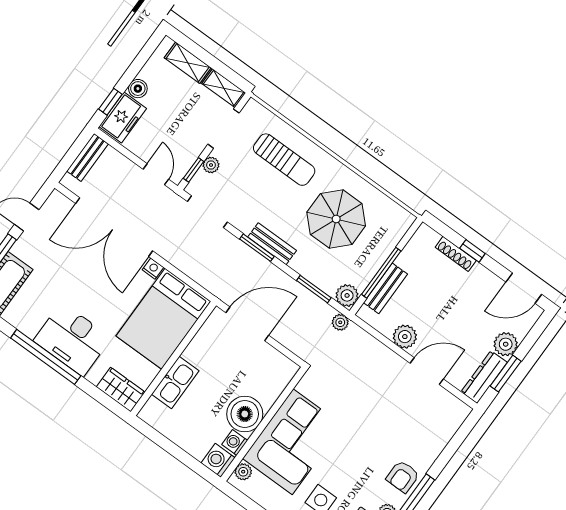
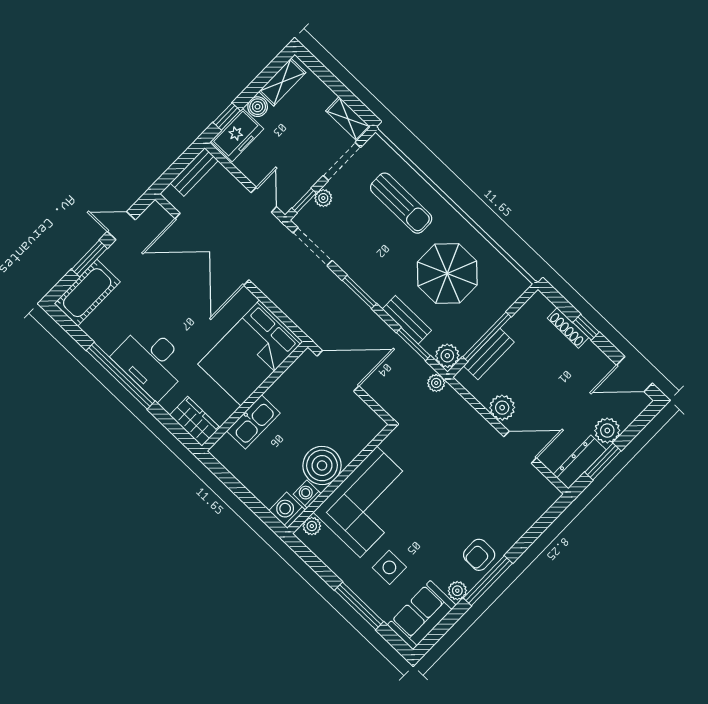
shelving: (188, 63) -> (282, 82), moved, turned 90
bench: (272, 244) -> (407, 320), moved
nightstand: (153, 269) -> (247, 299), removed

